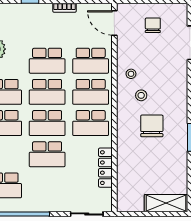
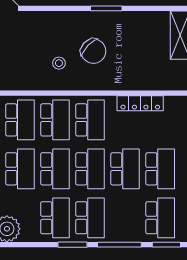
stool: (131, 74) -> (35, 75), removed
chair: (152, 126) -> (93, 51), turned -136
school desk: (47, 185) -> (160, 169), added

